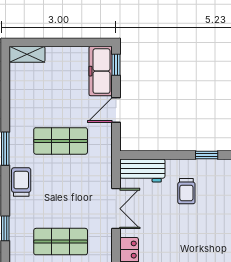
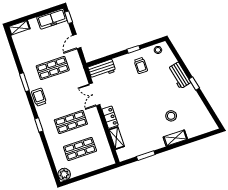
freezer: (101, 71) -> (52, 19), moved, turned -90
trolley: (186, 191) -> (141, 66), moved
double door: (116, 209) -> (95, 94), swing flipped

